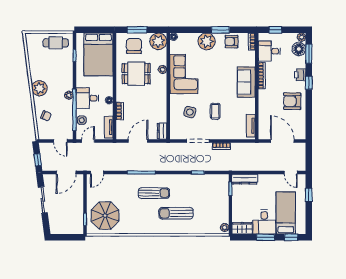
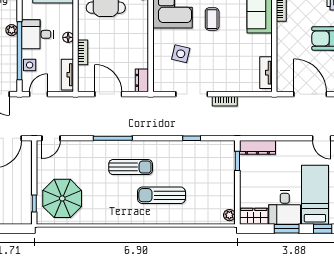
coffee table: (215, 111) -> (212, 19), moved
door: (138, 141) -> (108, 94), hinge flipped

